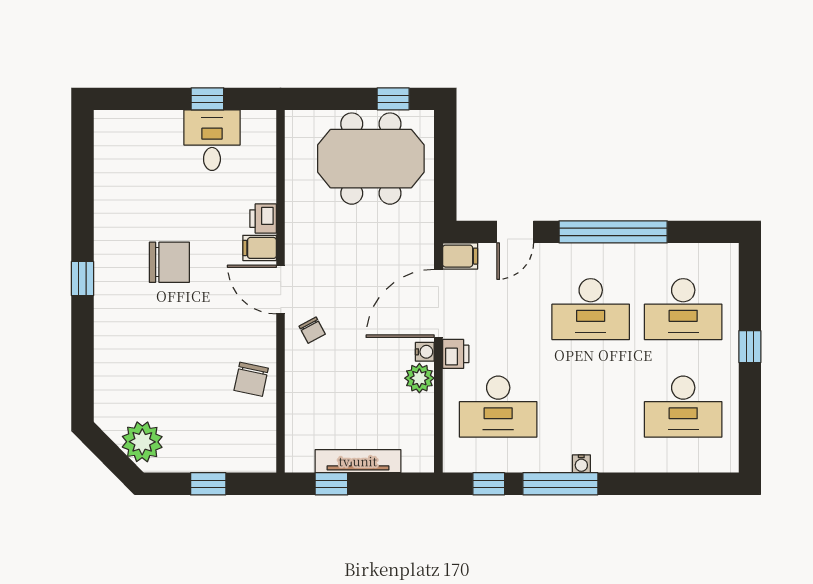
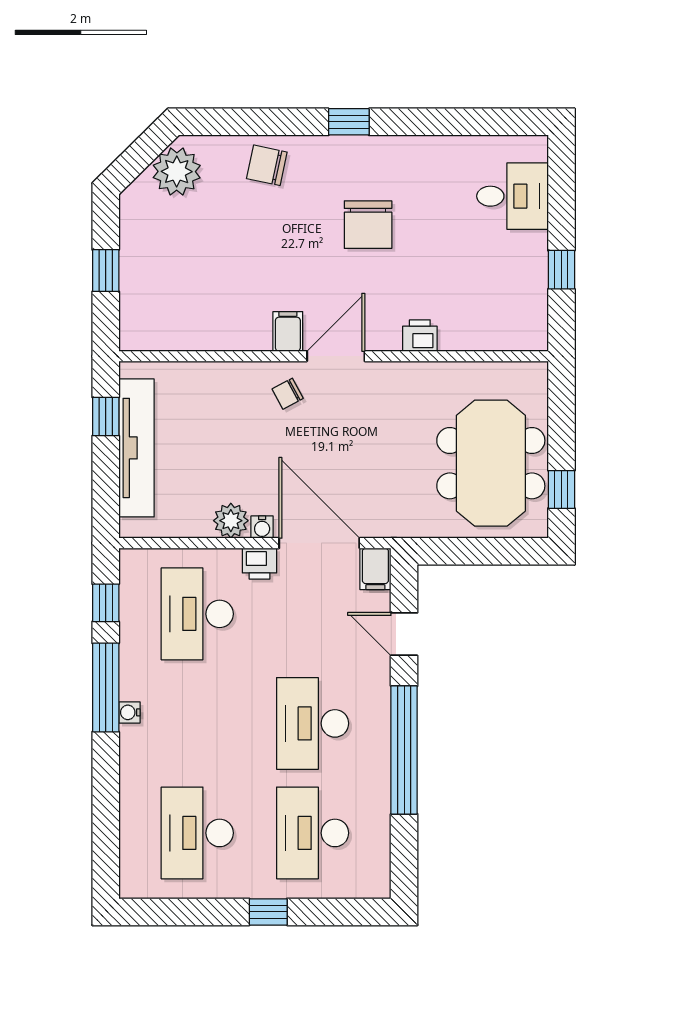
desk: (212, 140) -> (513, 196), moved
filing cabinet: (260, 248) -> (288, 331), moved
chair: (251, 379) -> (267, 165), moved
plant: (142, 442) -> (177, 172), moved
tv unit: (358, 461) -> (136, 448), width x1.36, depth x1.29

